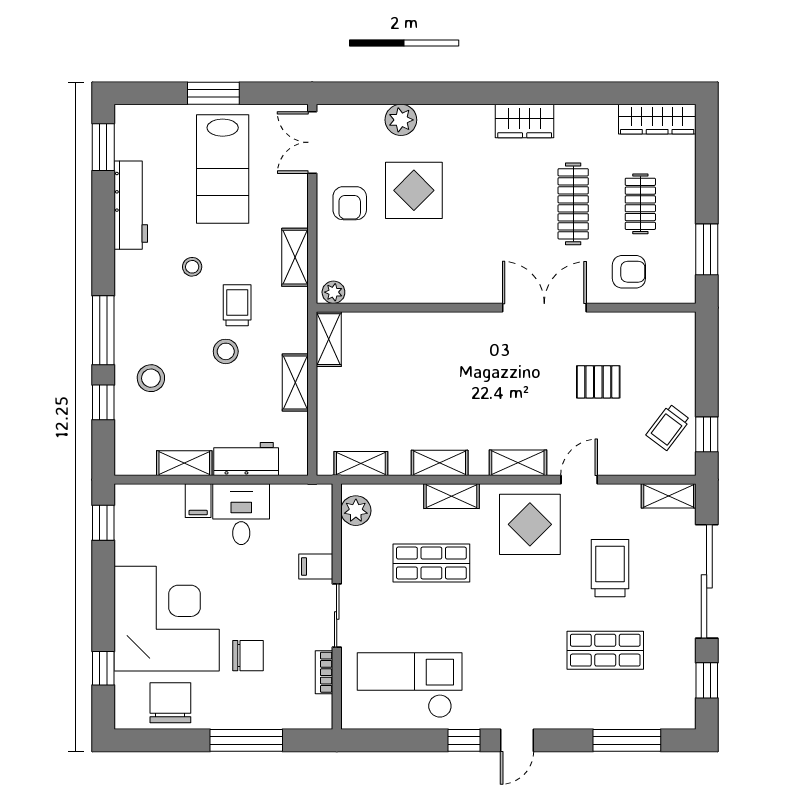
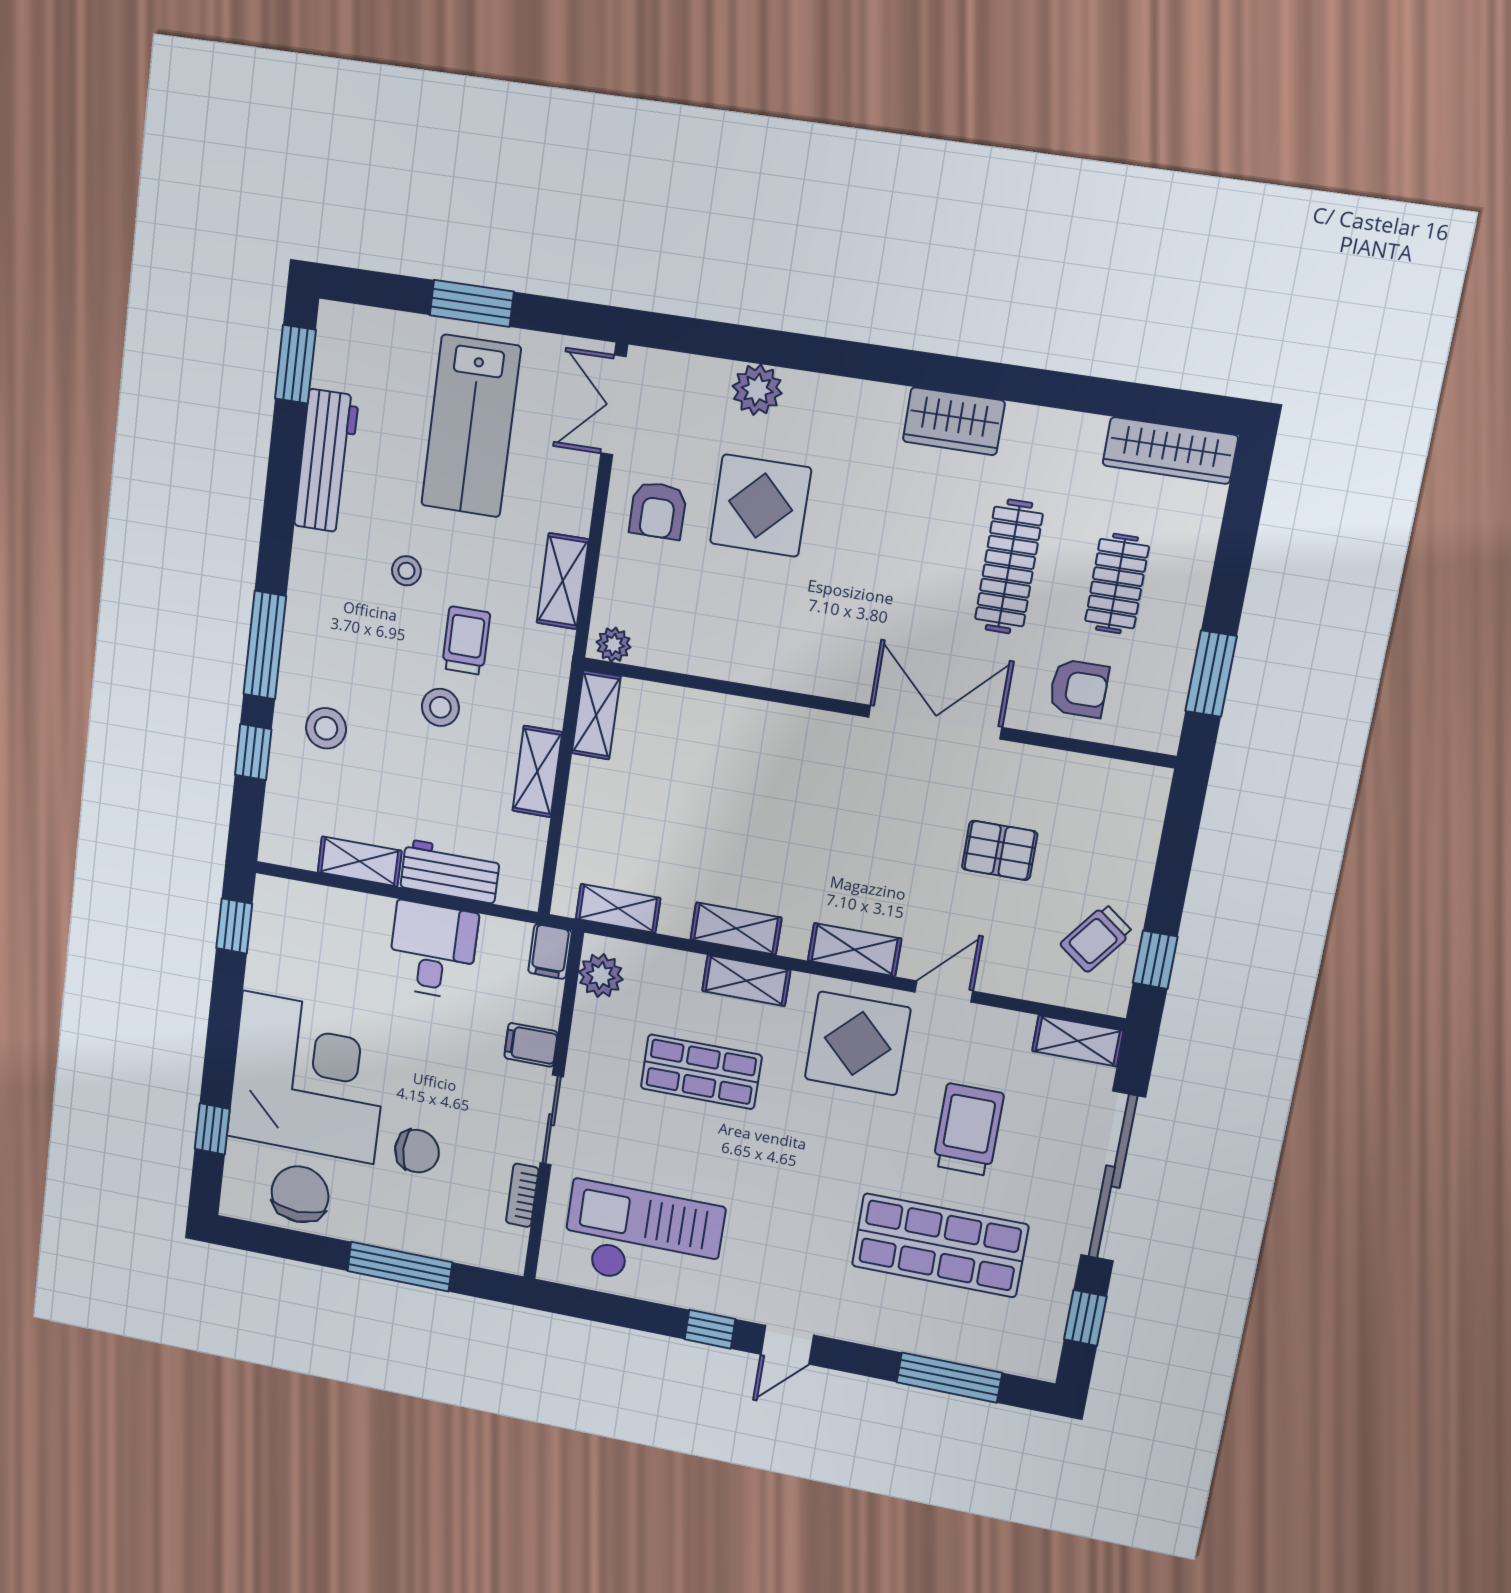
filing cabinet: (198, 501) -> (550, 952), moved
shop shelf: (605, 650) -> (940, 1245), width x1.43, depth x1.36

